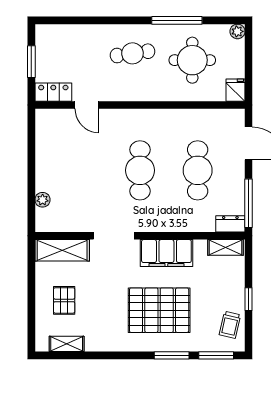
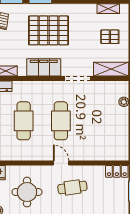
cafe table: (132, 53) -> (72, 187), moved
door: (87, 105) -> (61, 163), moved
pallet: (64, 300) -> (110, 37), turned 90

